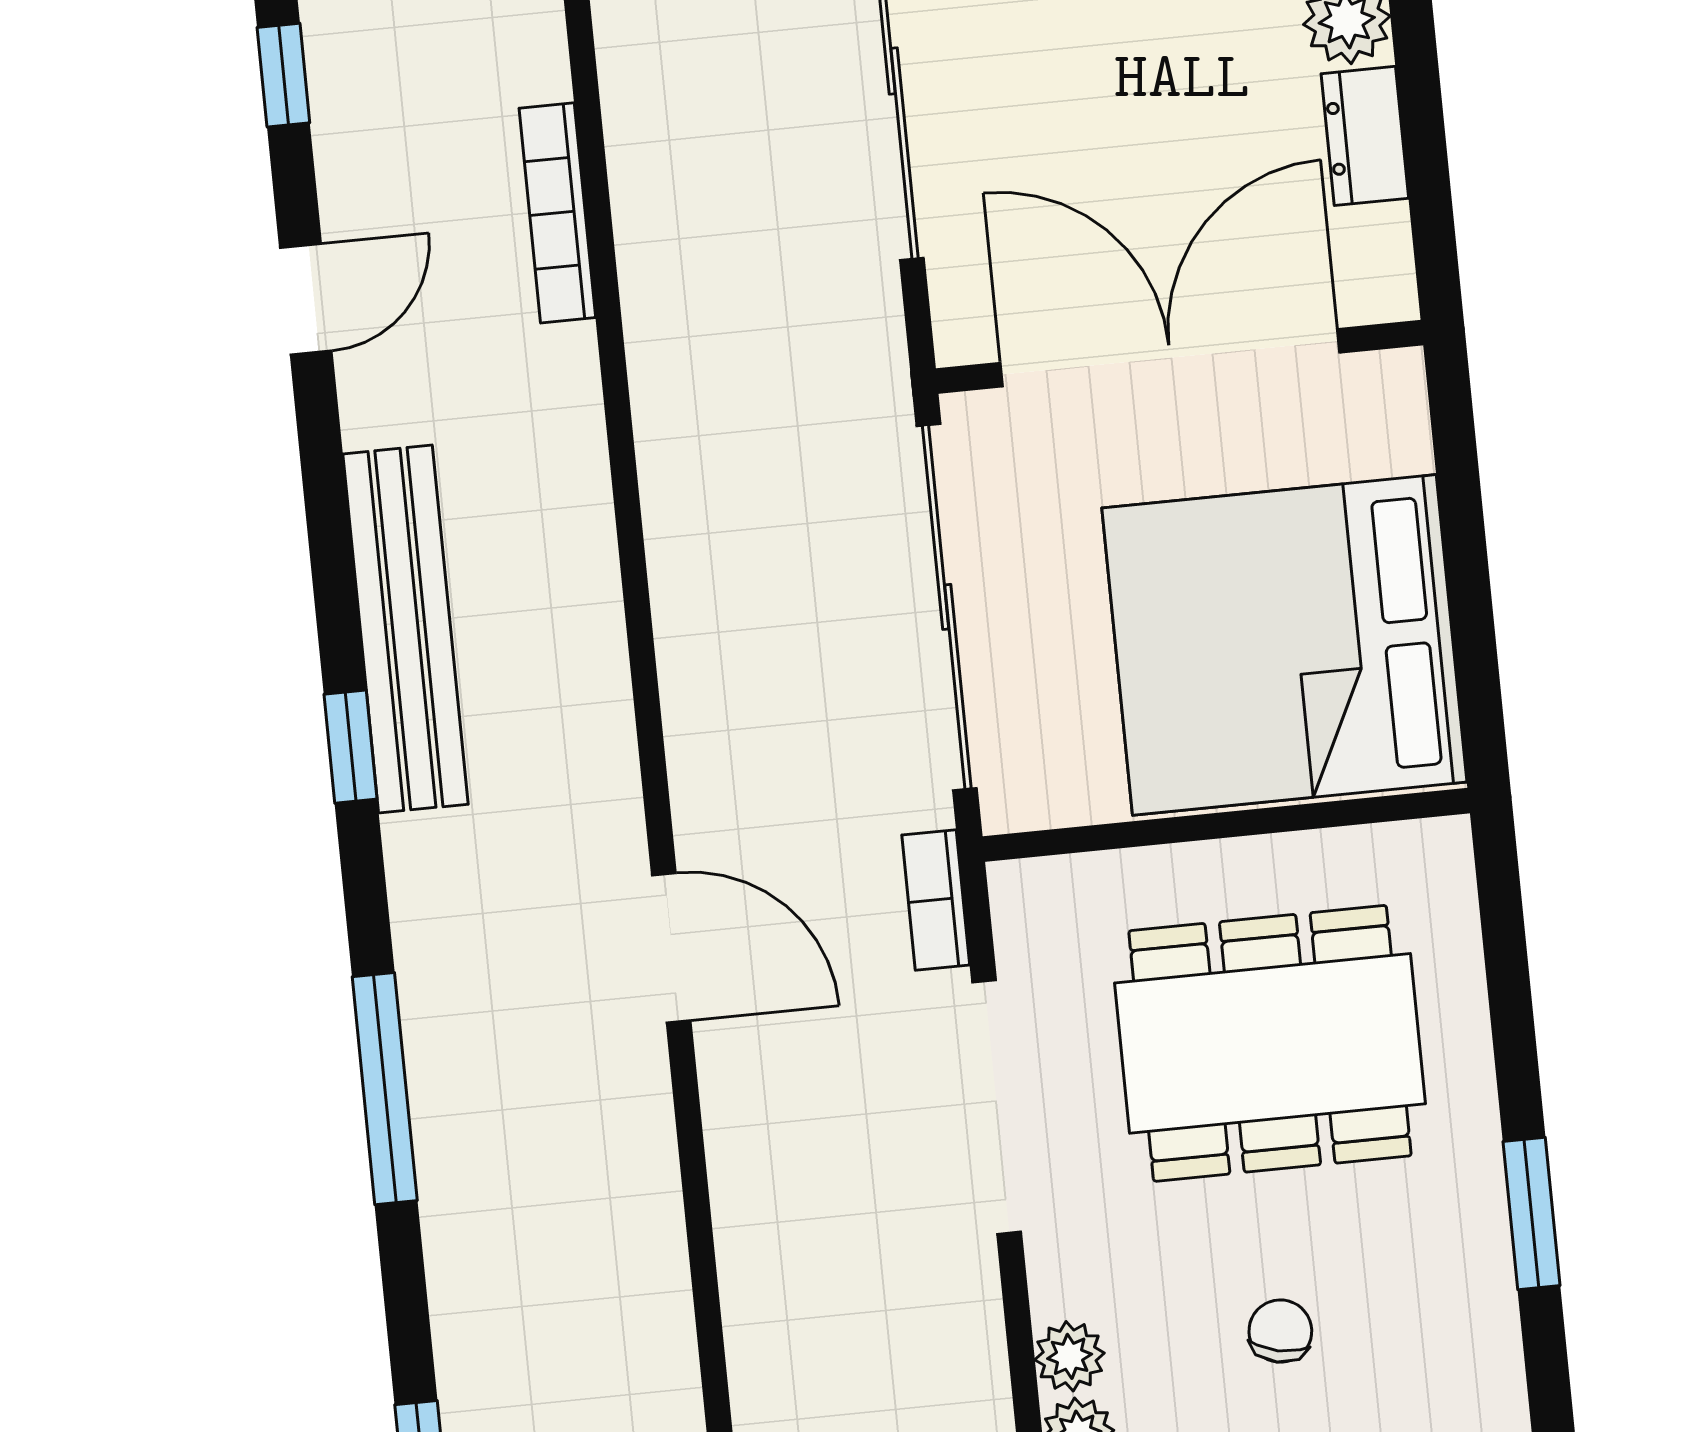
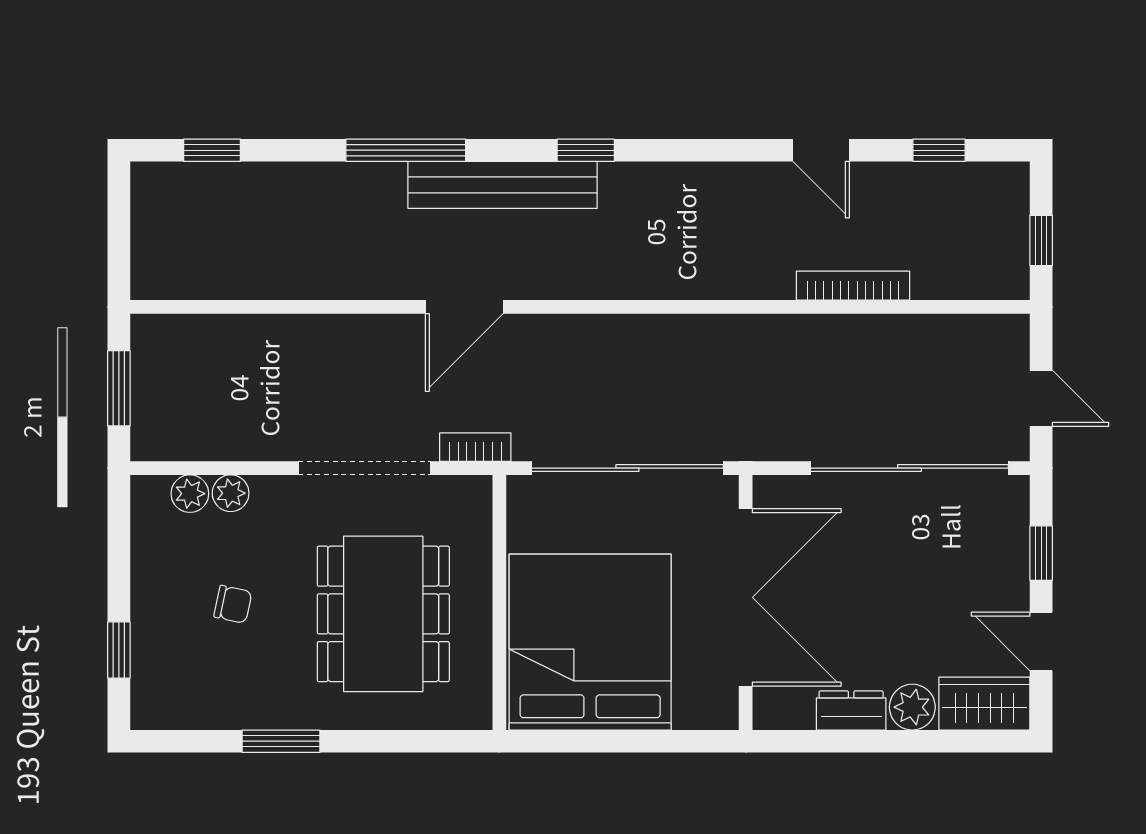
bench: (405, 629) -> (502, 185), moved

